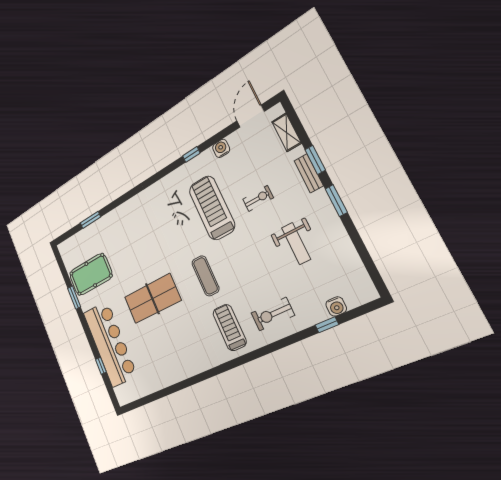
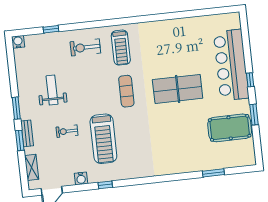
water cooler: (336, 306) -> (18, 42), moved
exercise bike: (273, 314) -> (85, 47), turned 180
window: (101, 366) -> (250, 80), moved

